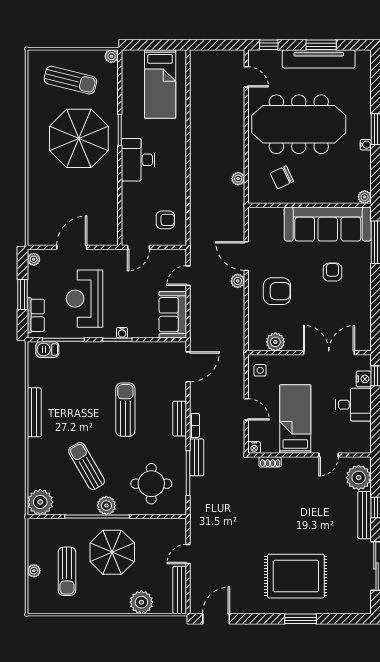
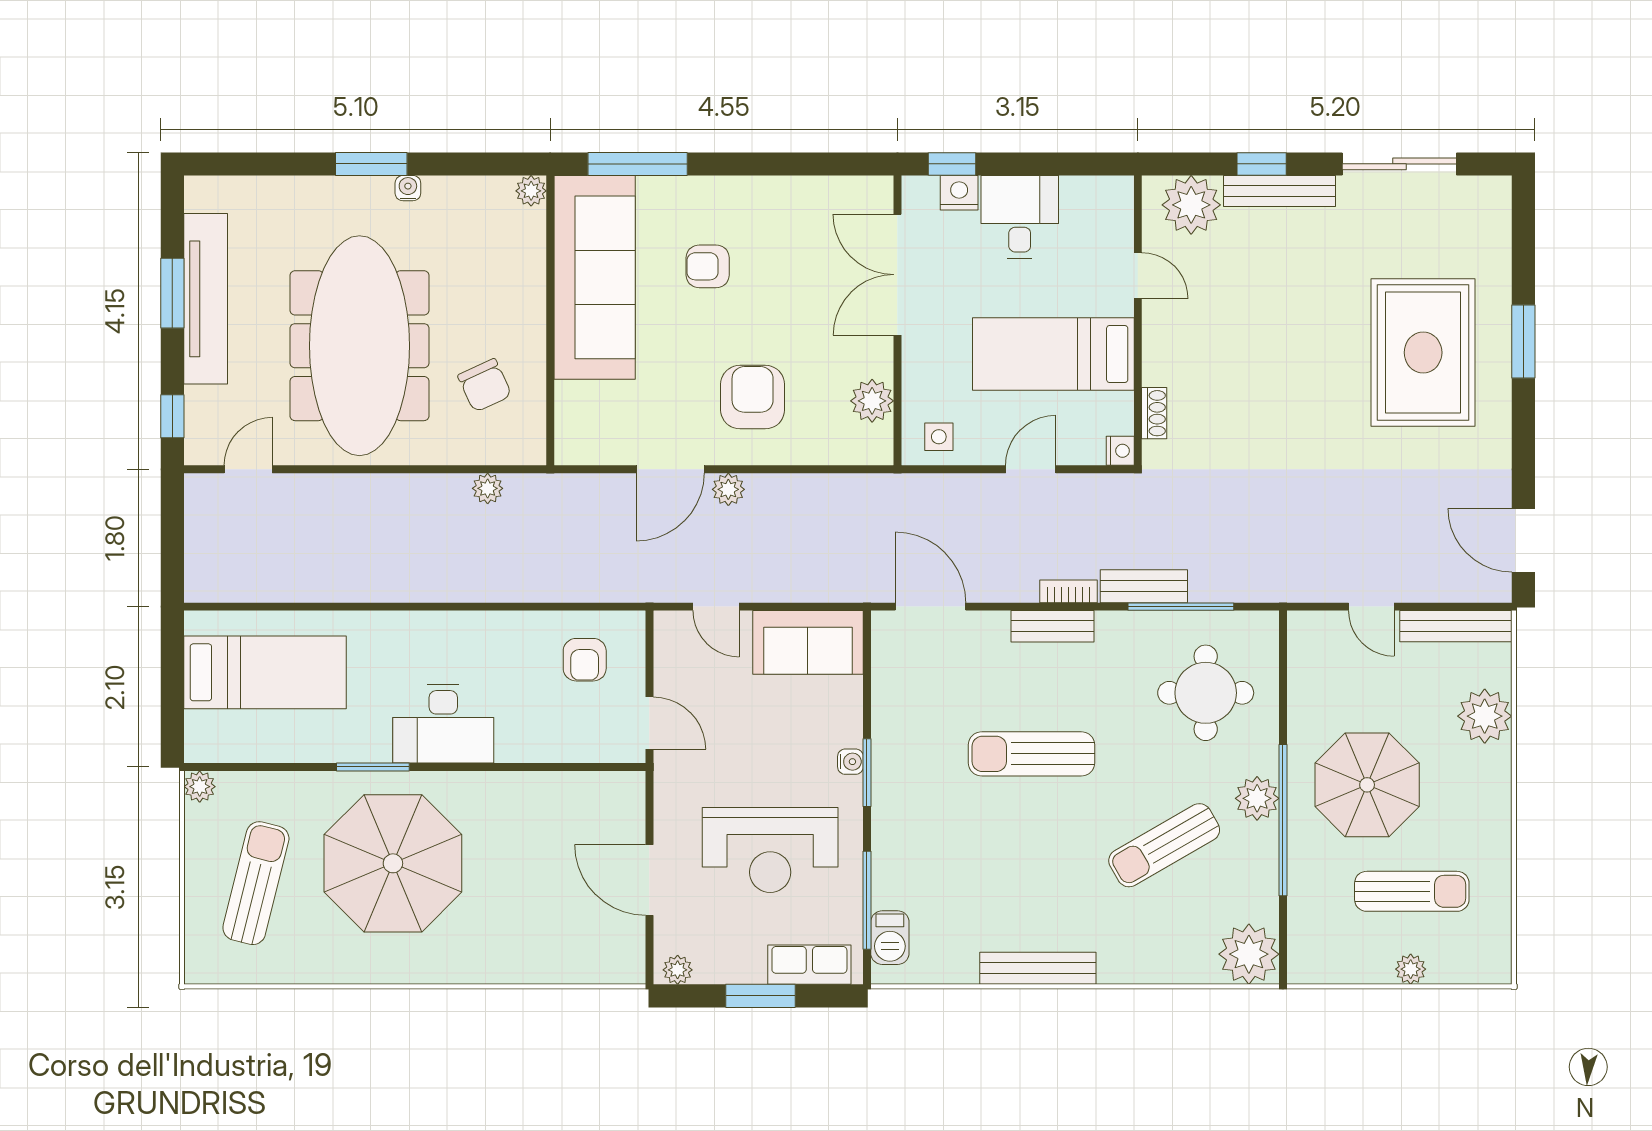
armchair: (165, 220) -> (585, 660), turned 180

